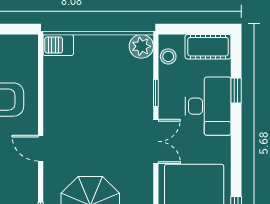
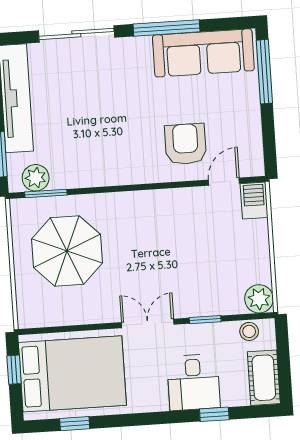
desk: (208, 106) -> (194, 382), width x0.73
double door: (156, 141) -> (148, 323), swing flipped
door: (41, 148) -> (224, 182), moved

